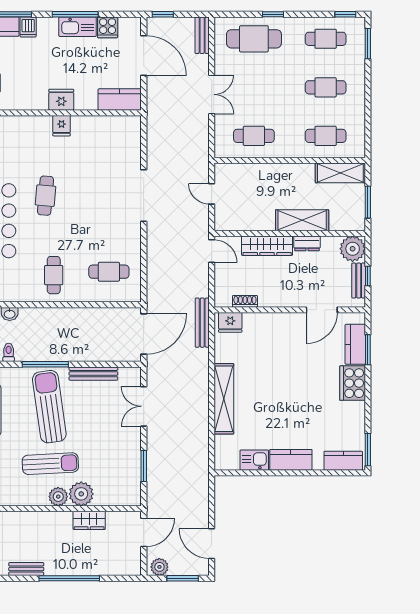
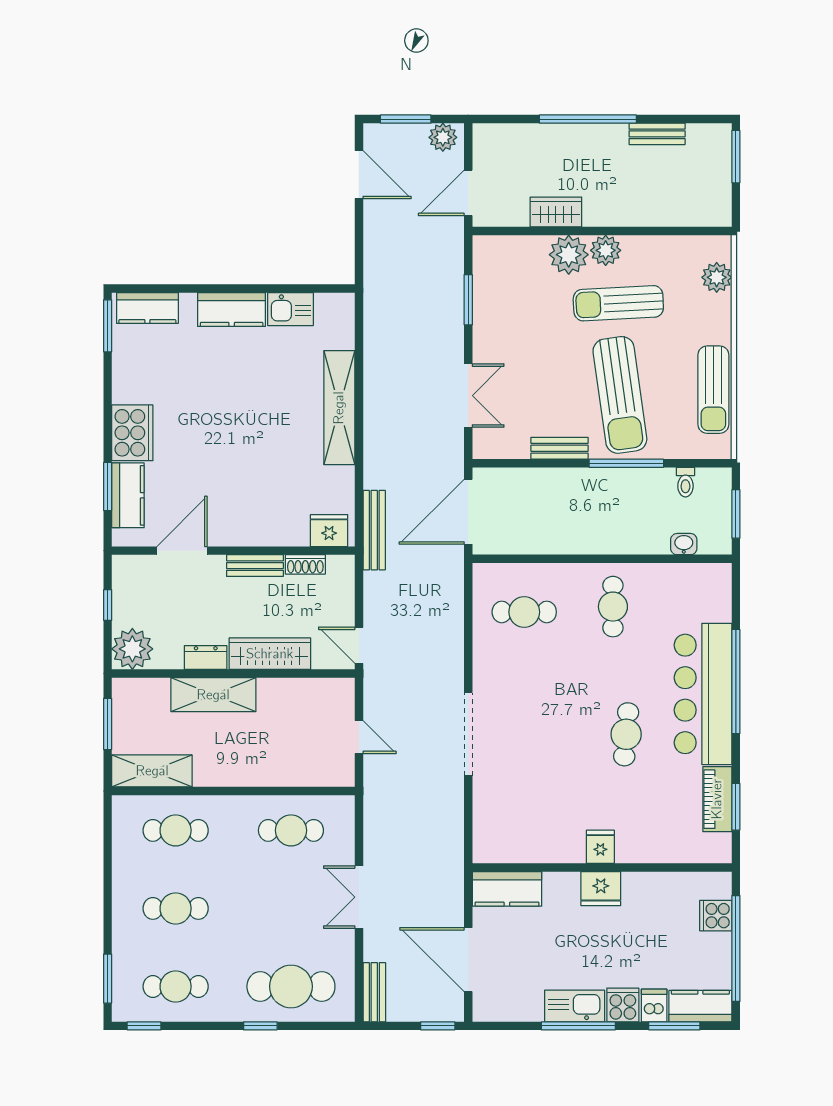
cooker: (108, 27) -> (623, 1005), moved
bench: (359, 281) -> (255, 566), moved, turned 90
bench: (93, 374) -> (559, 448), width x0.73

